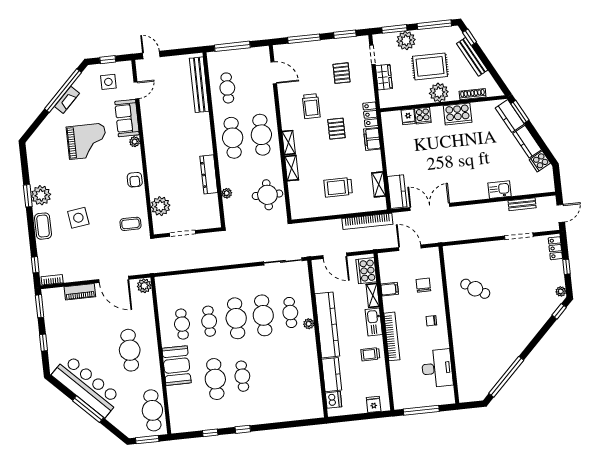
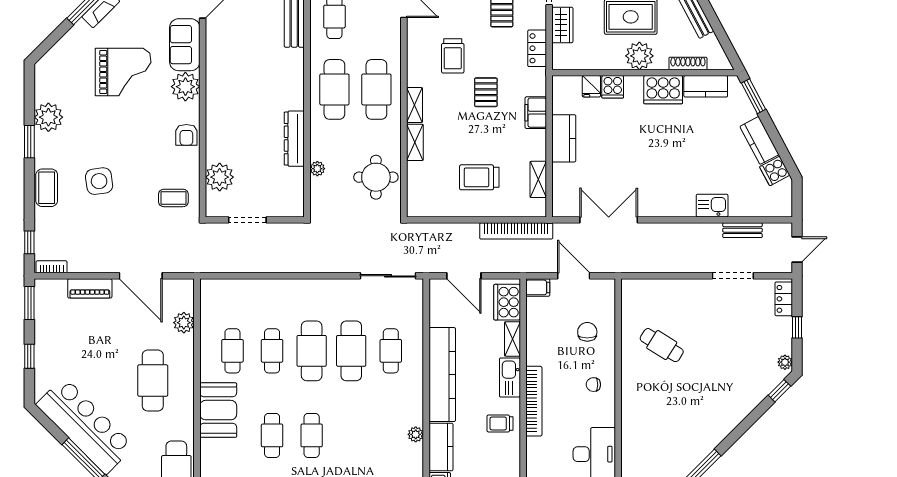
locker: (370, 114) -> (537, 48), moved
kitchen counter: (510, 116) -> (706, 86), moved, turned -62
plant: (135, 142) -> (185, 87), width x1.88, depth x1.88
kitchen counter: (397, 192) -> (564, 138), moved
plant: (41, 195) -> (48, 117), moved
plant: (144, 286) -> (184, 323), moved
filing cabinet: (390, 289) -> (538, 287), moved
plant: (309, 324) -> (416, 434), moved
cafe table: (215, 379) -> (272, 435), width x0.73, depth x0.74

